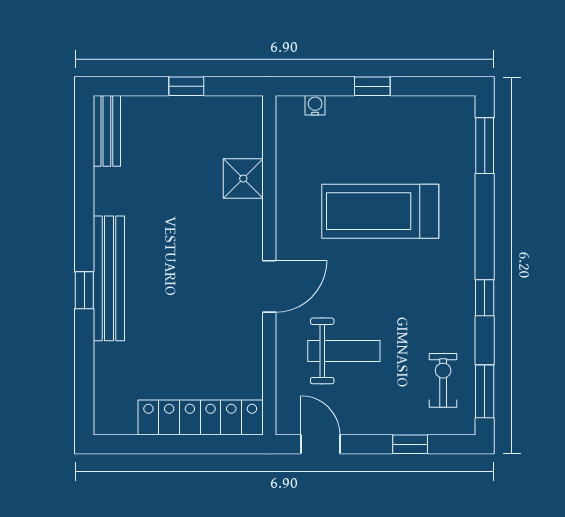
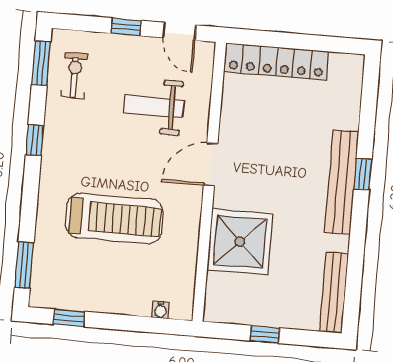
window: (372, 86) -> (69, 318), moved
bench: (107, 131) -> (334, 293), width x1.36
shower: (243, 179) -> (240, 242), width x1.86, depth x1.86
exercise bike: (443, 380) -> (74, 75), turned 180
window: (410, 444) -> (126, 27), moved

